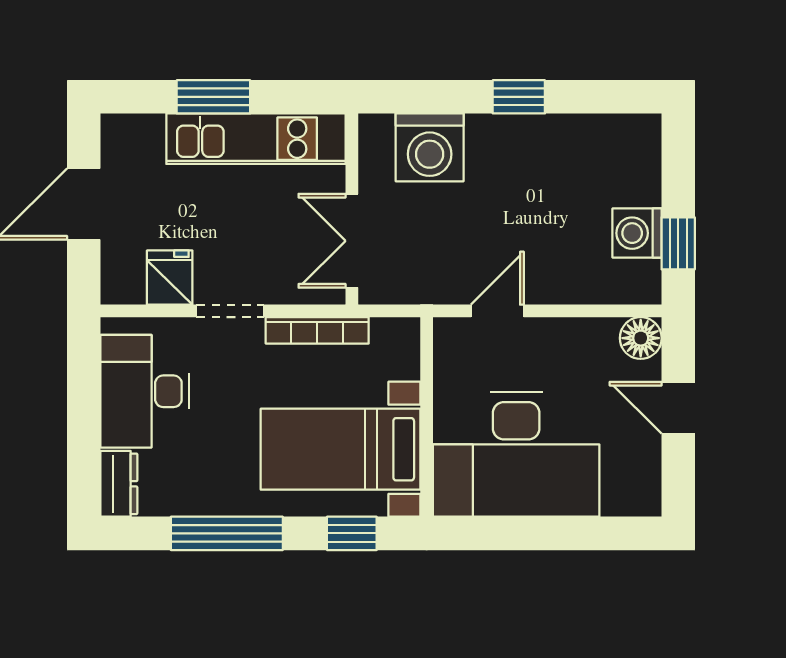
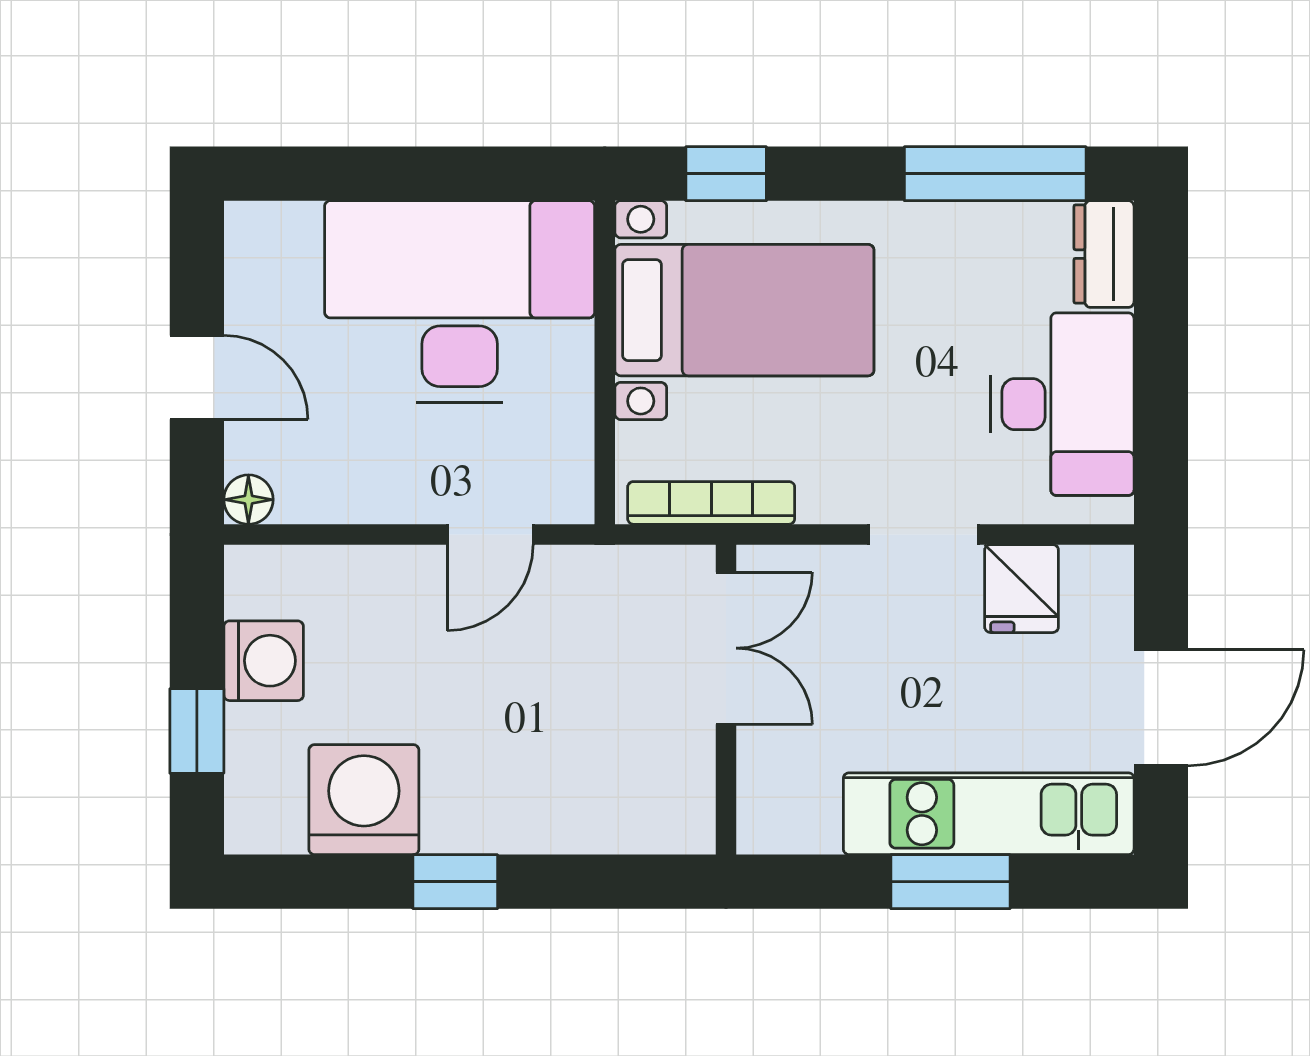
kitchen unit: (256, 139) -> (989, 814), moved
washing machine: (430, 147) -> (364, 800), moved
window: (678, 243) -> (197, 731), moved
bookcase: (317, 330) -> (711, 503), moved
floor lamp: (641, 338) -> (248, 500), width x0.73, depth x0.73
window: (227, 533) -> (995, 174), moved

